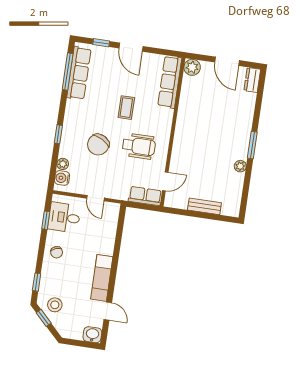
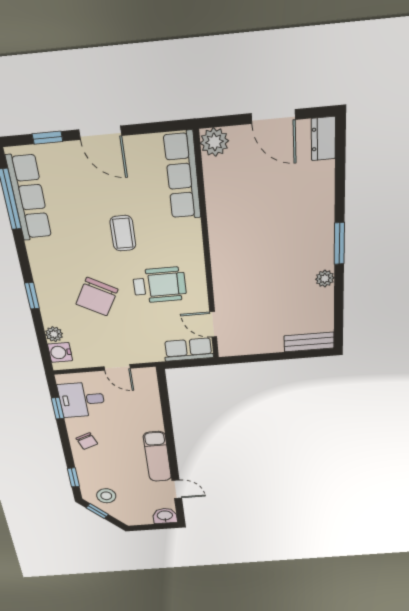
door: (165, 181) -> (213, 324), swing flipped
bench: (204, 206) -> (309, 342), moved

